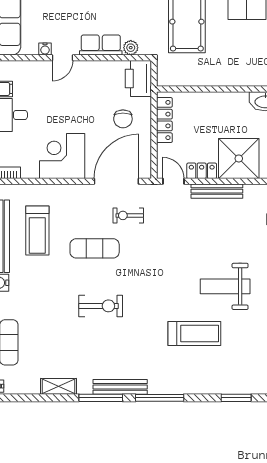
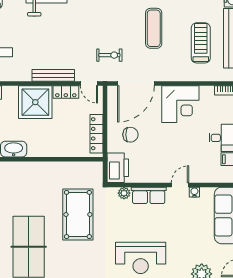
chair: (123, 119) -> (130, 135), turned 90
exercise bike: (128, 215) -> (109, 55), moved
exercise mat: (95, 248) -> (154, 28), turned 90

